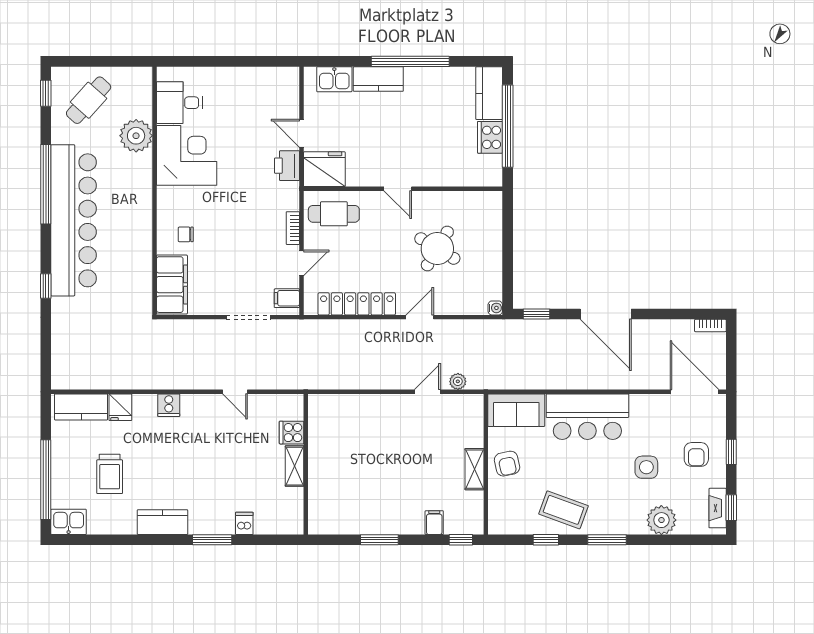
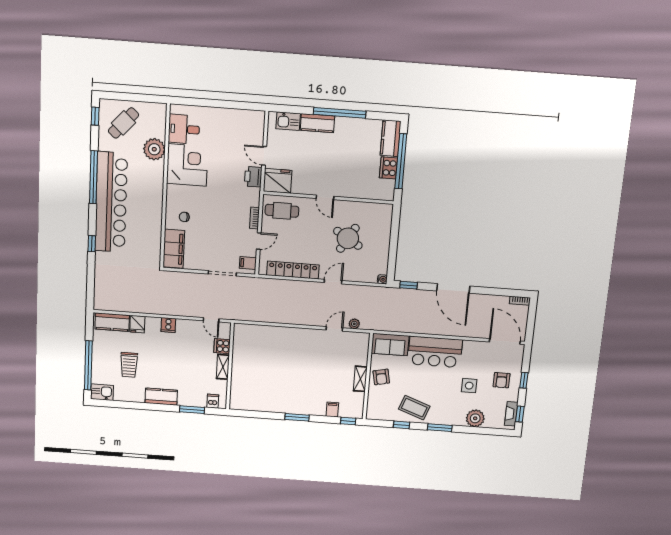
cooker: (292, 433) -> (222, 346), moved
wall: (306, 464) -> (230, 366), moved
shelving: (294, 466) -> (223, 367), moved

